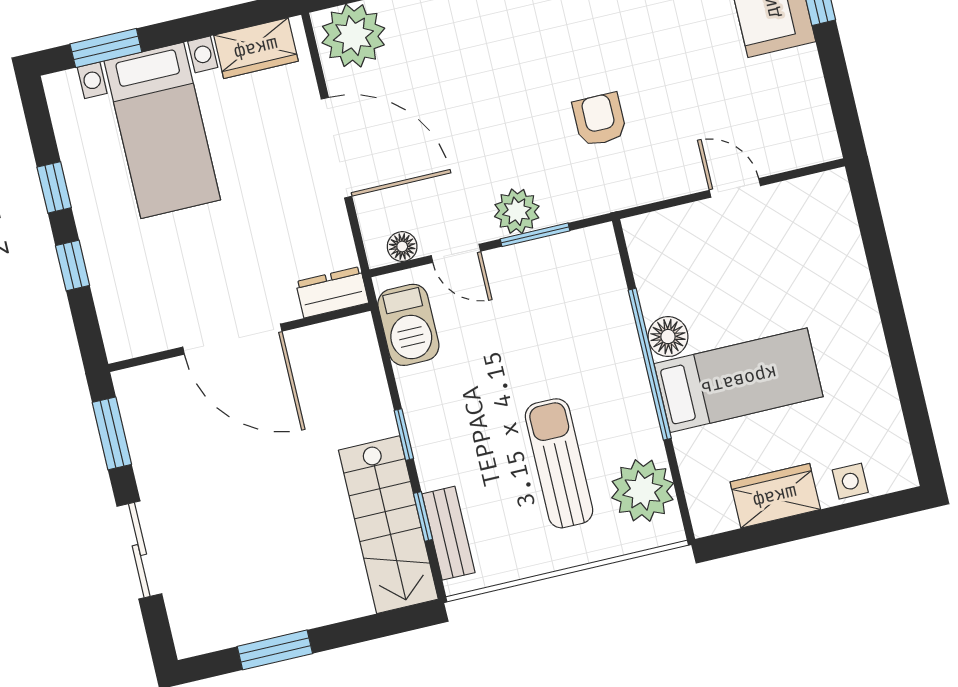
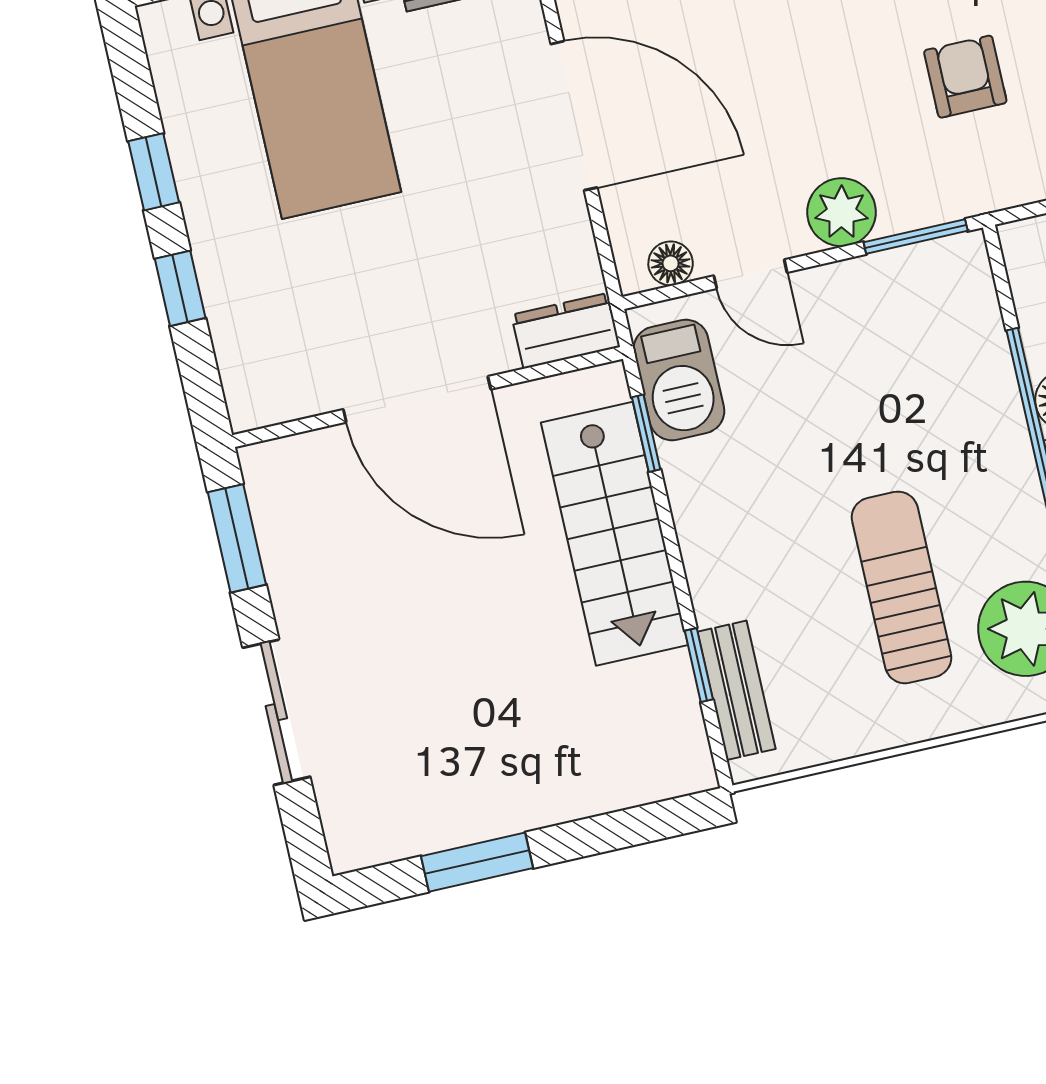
window: (535, 235) -> (916, 237), moved
window: (404, 435) -> (646, 433), moved
stairs: (388, 525) -> (614, 534), moved

